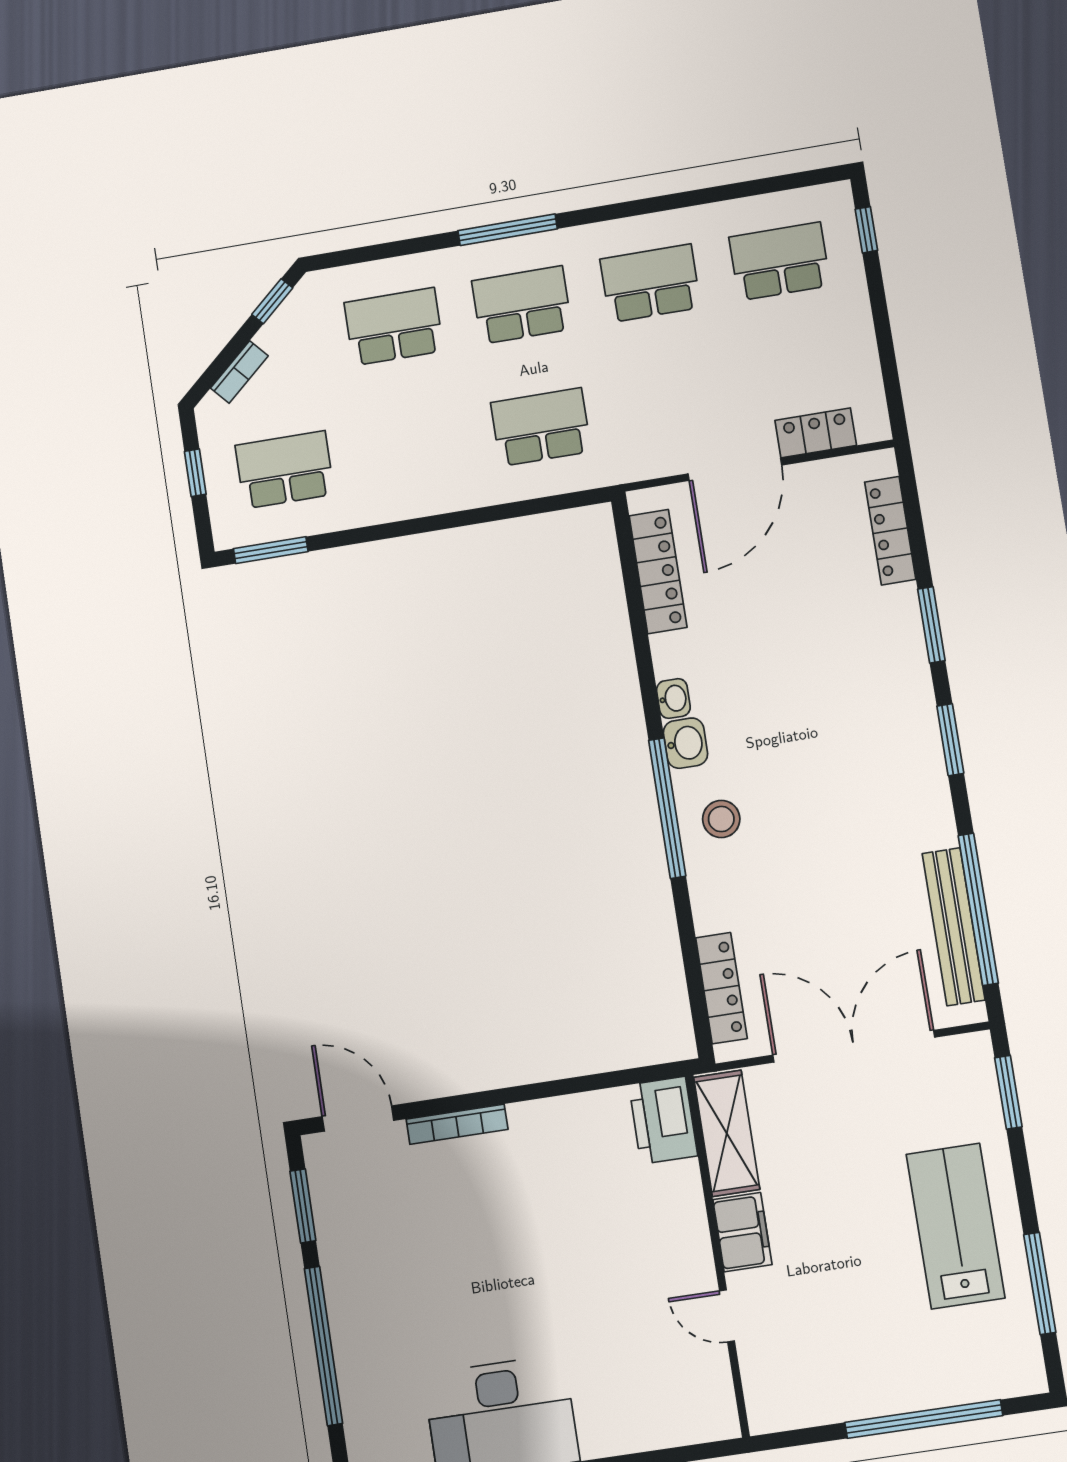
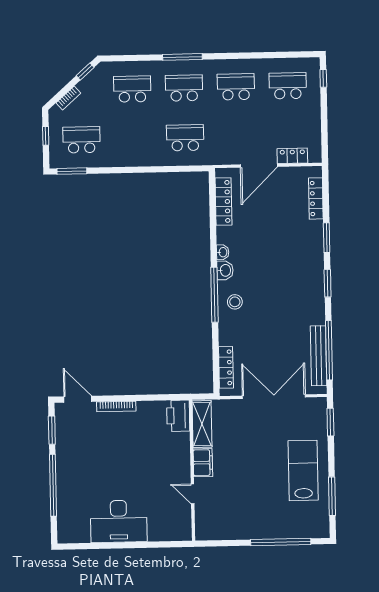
printer: (663, 1120) -> (178, 416), moved
shelving: (727, 1133) -> (202, 424), moved
filing cabinet: (742, 1232) -> (203, 463), moved
wall: (718, 1255) -> (192, 470), moved
door: (727, 1316) -> (193, 494), moved

